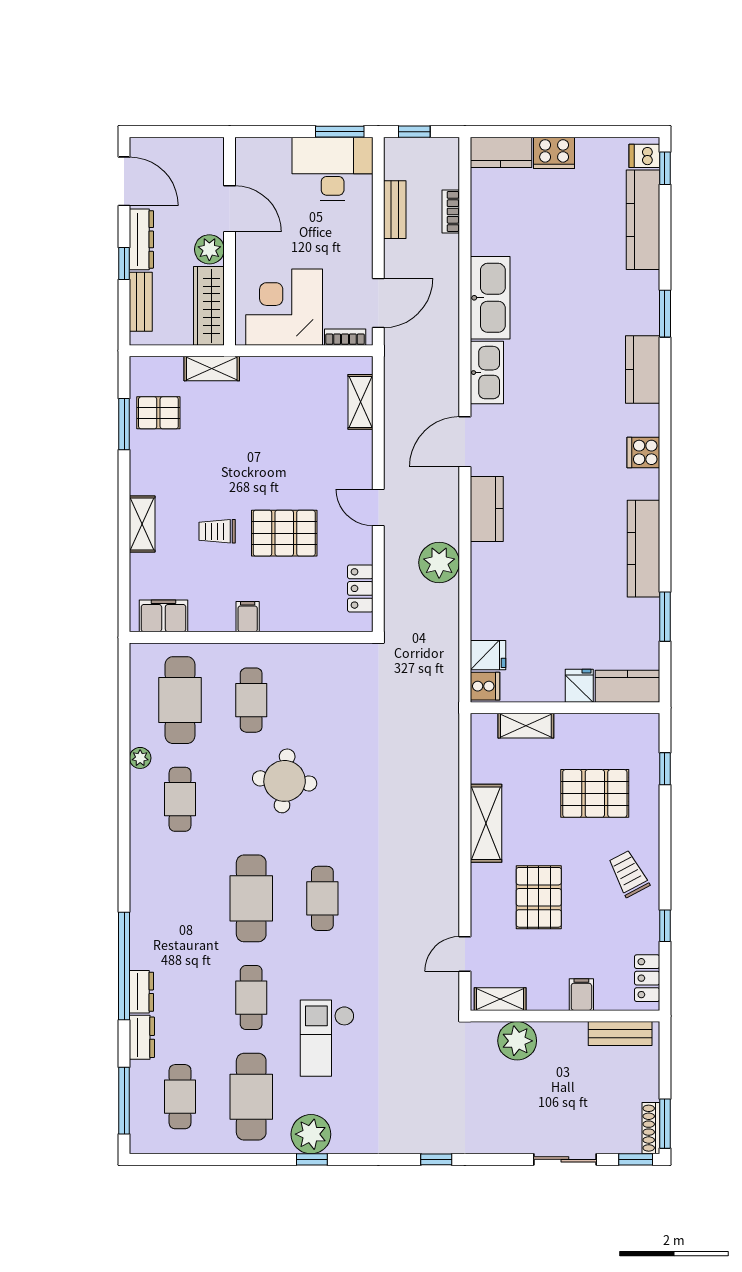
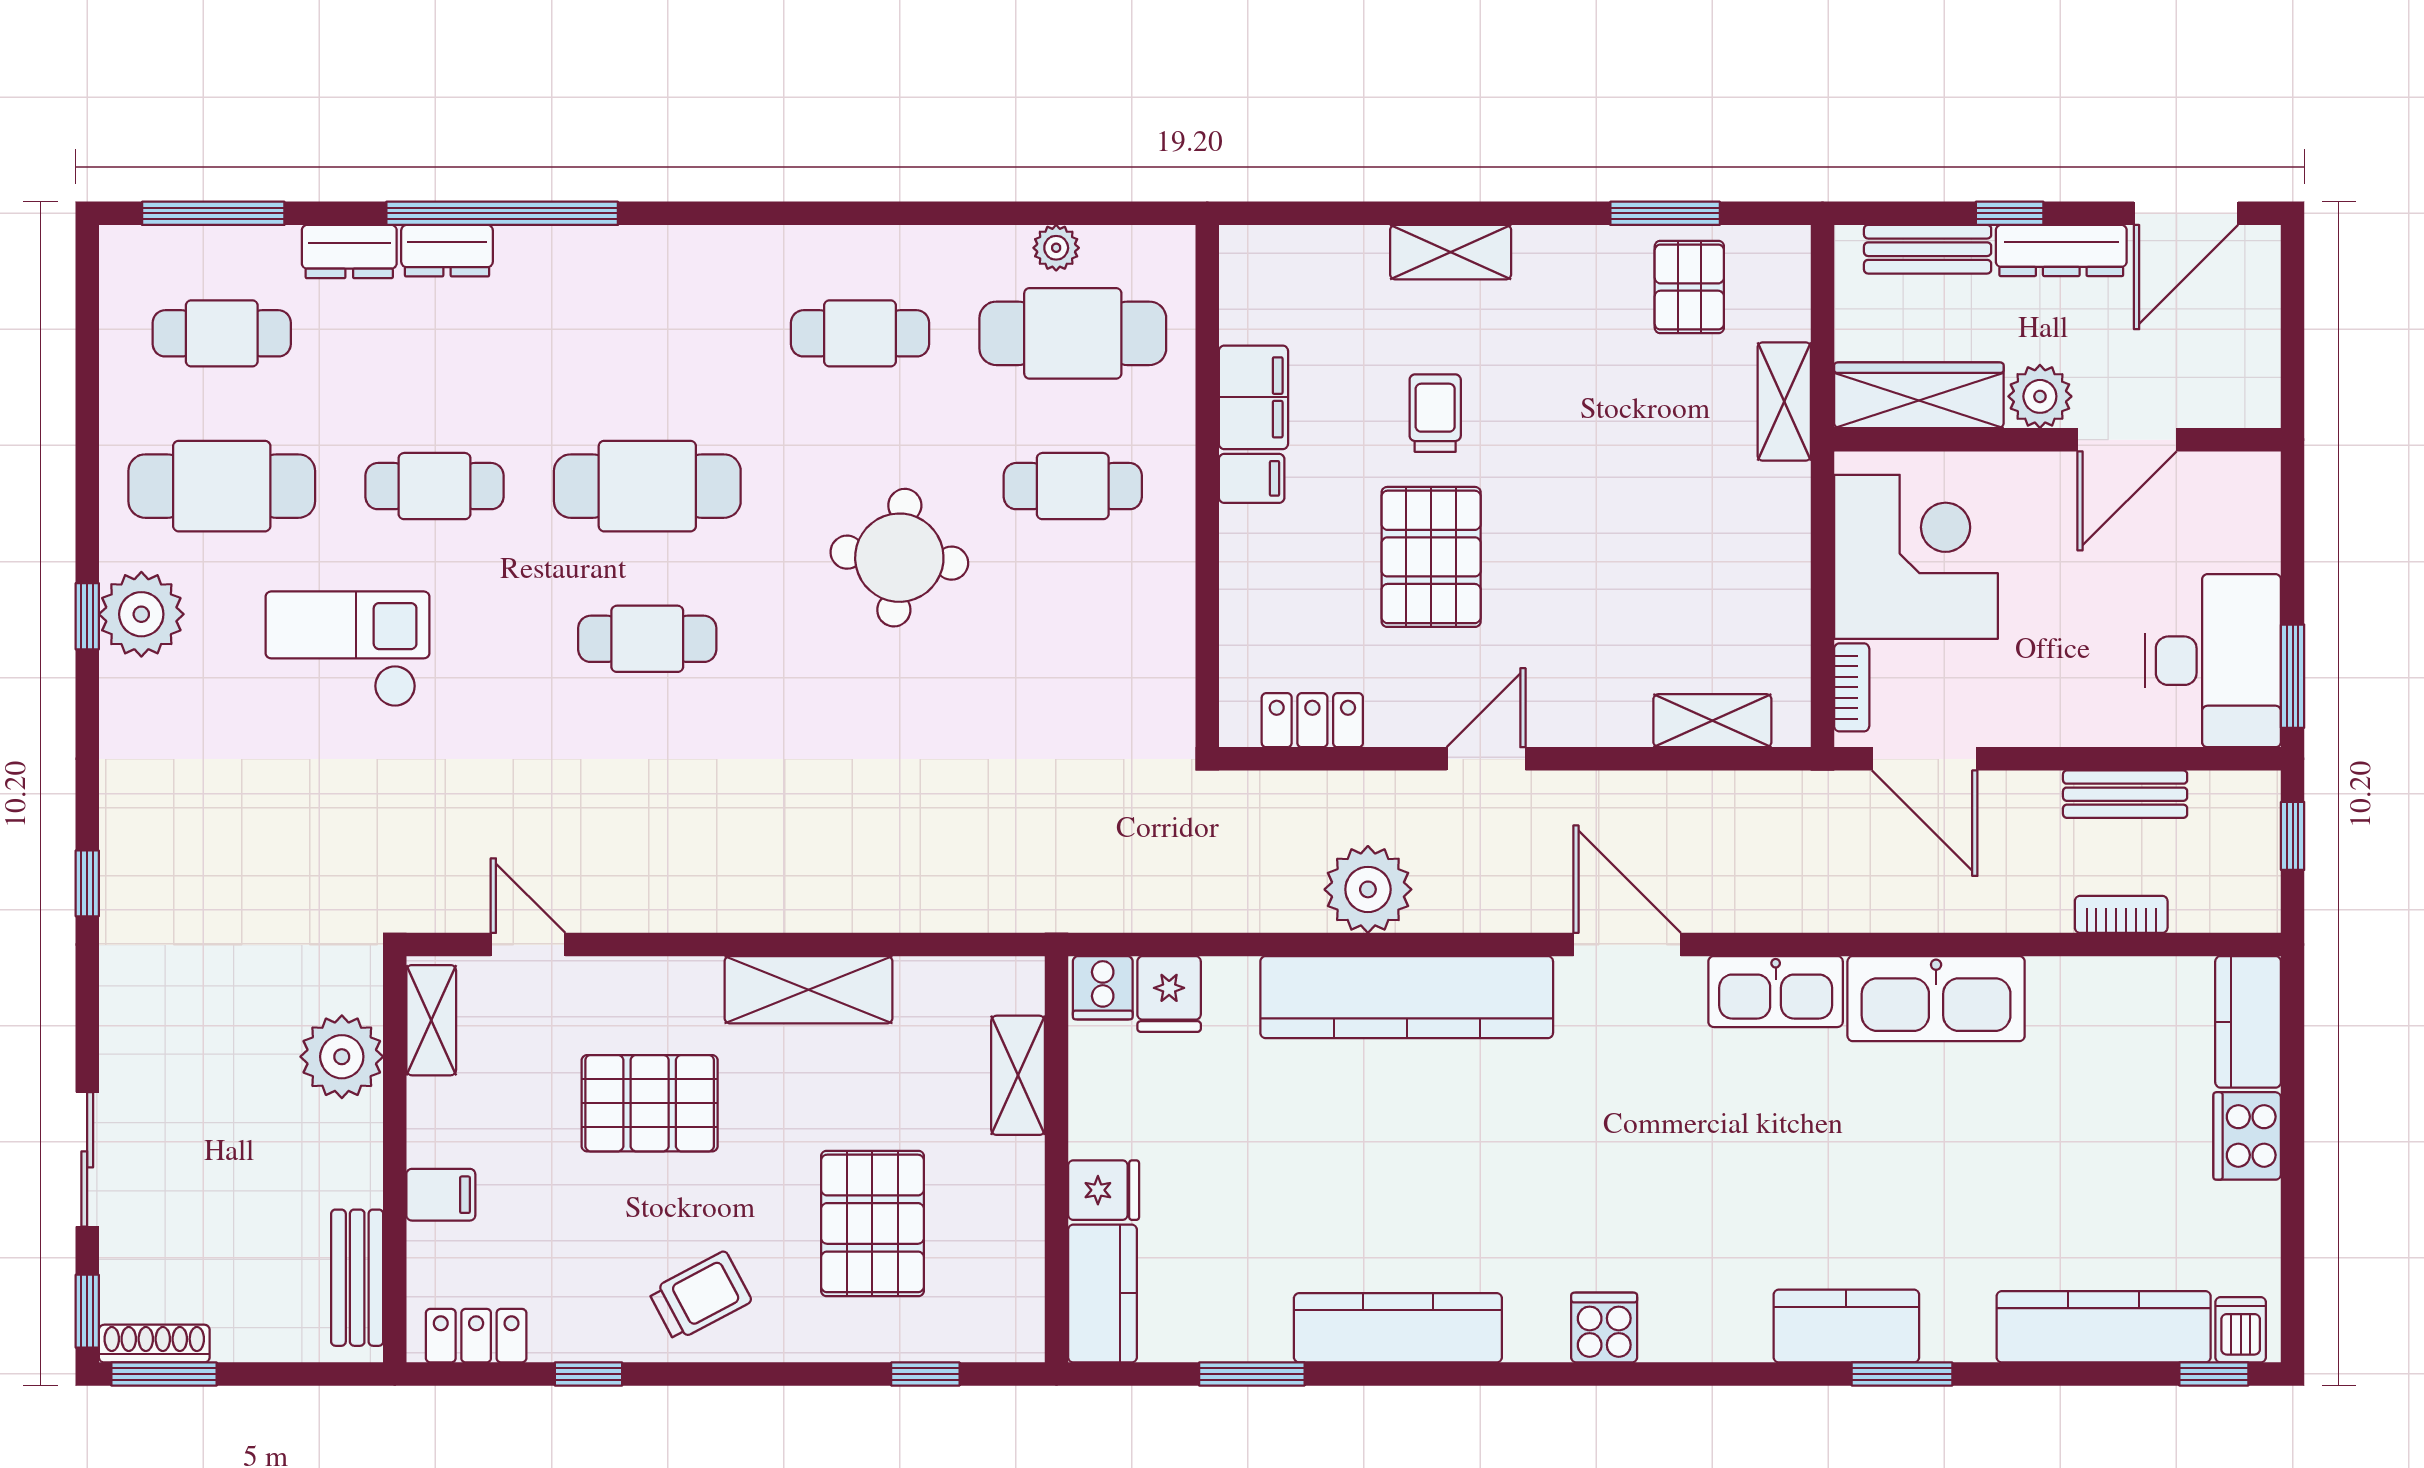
kitchen counter: (643, 369) -> (1846, 1326), moved
kitchen counter: (487, 509) -> (1407, 997), width x2.08, depth x1.17
filing cabinet: (163, 616) -> (1253, 397), moved
plant: (140, 758) -> (1056, 248), moved

